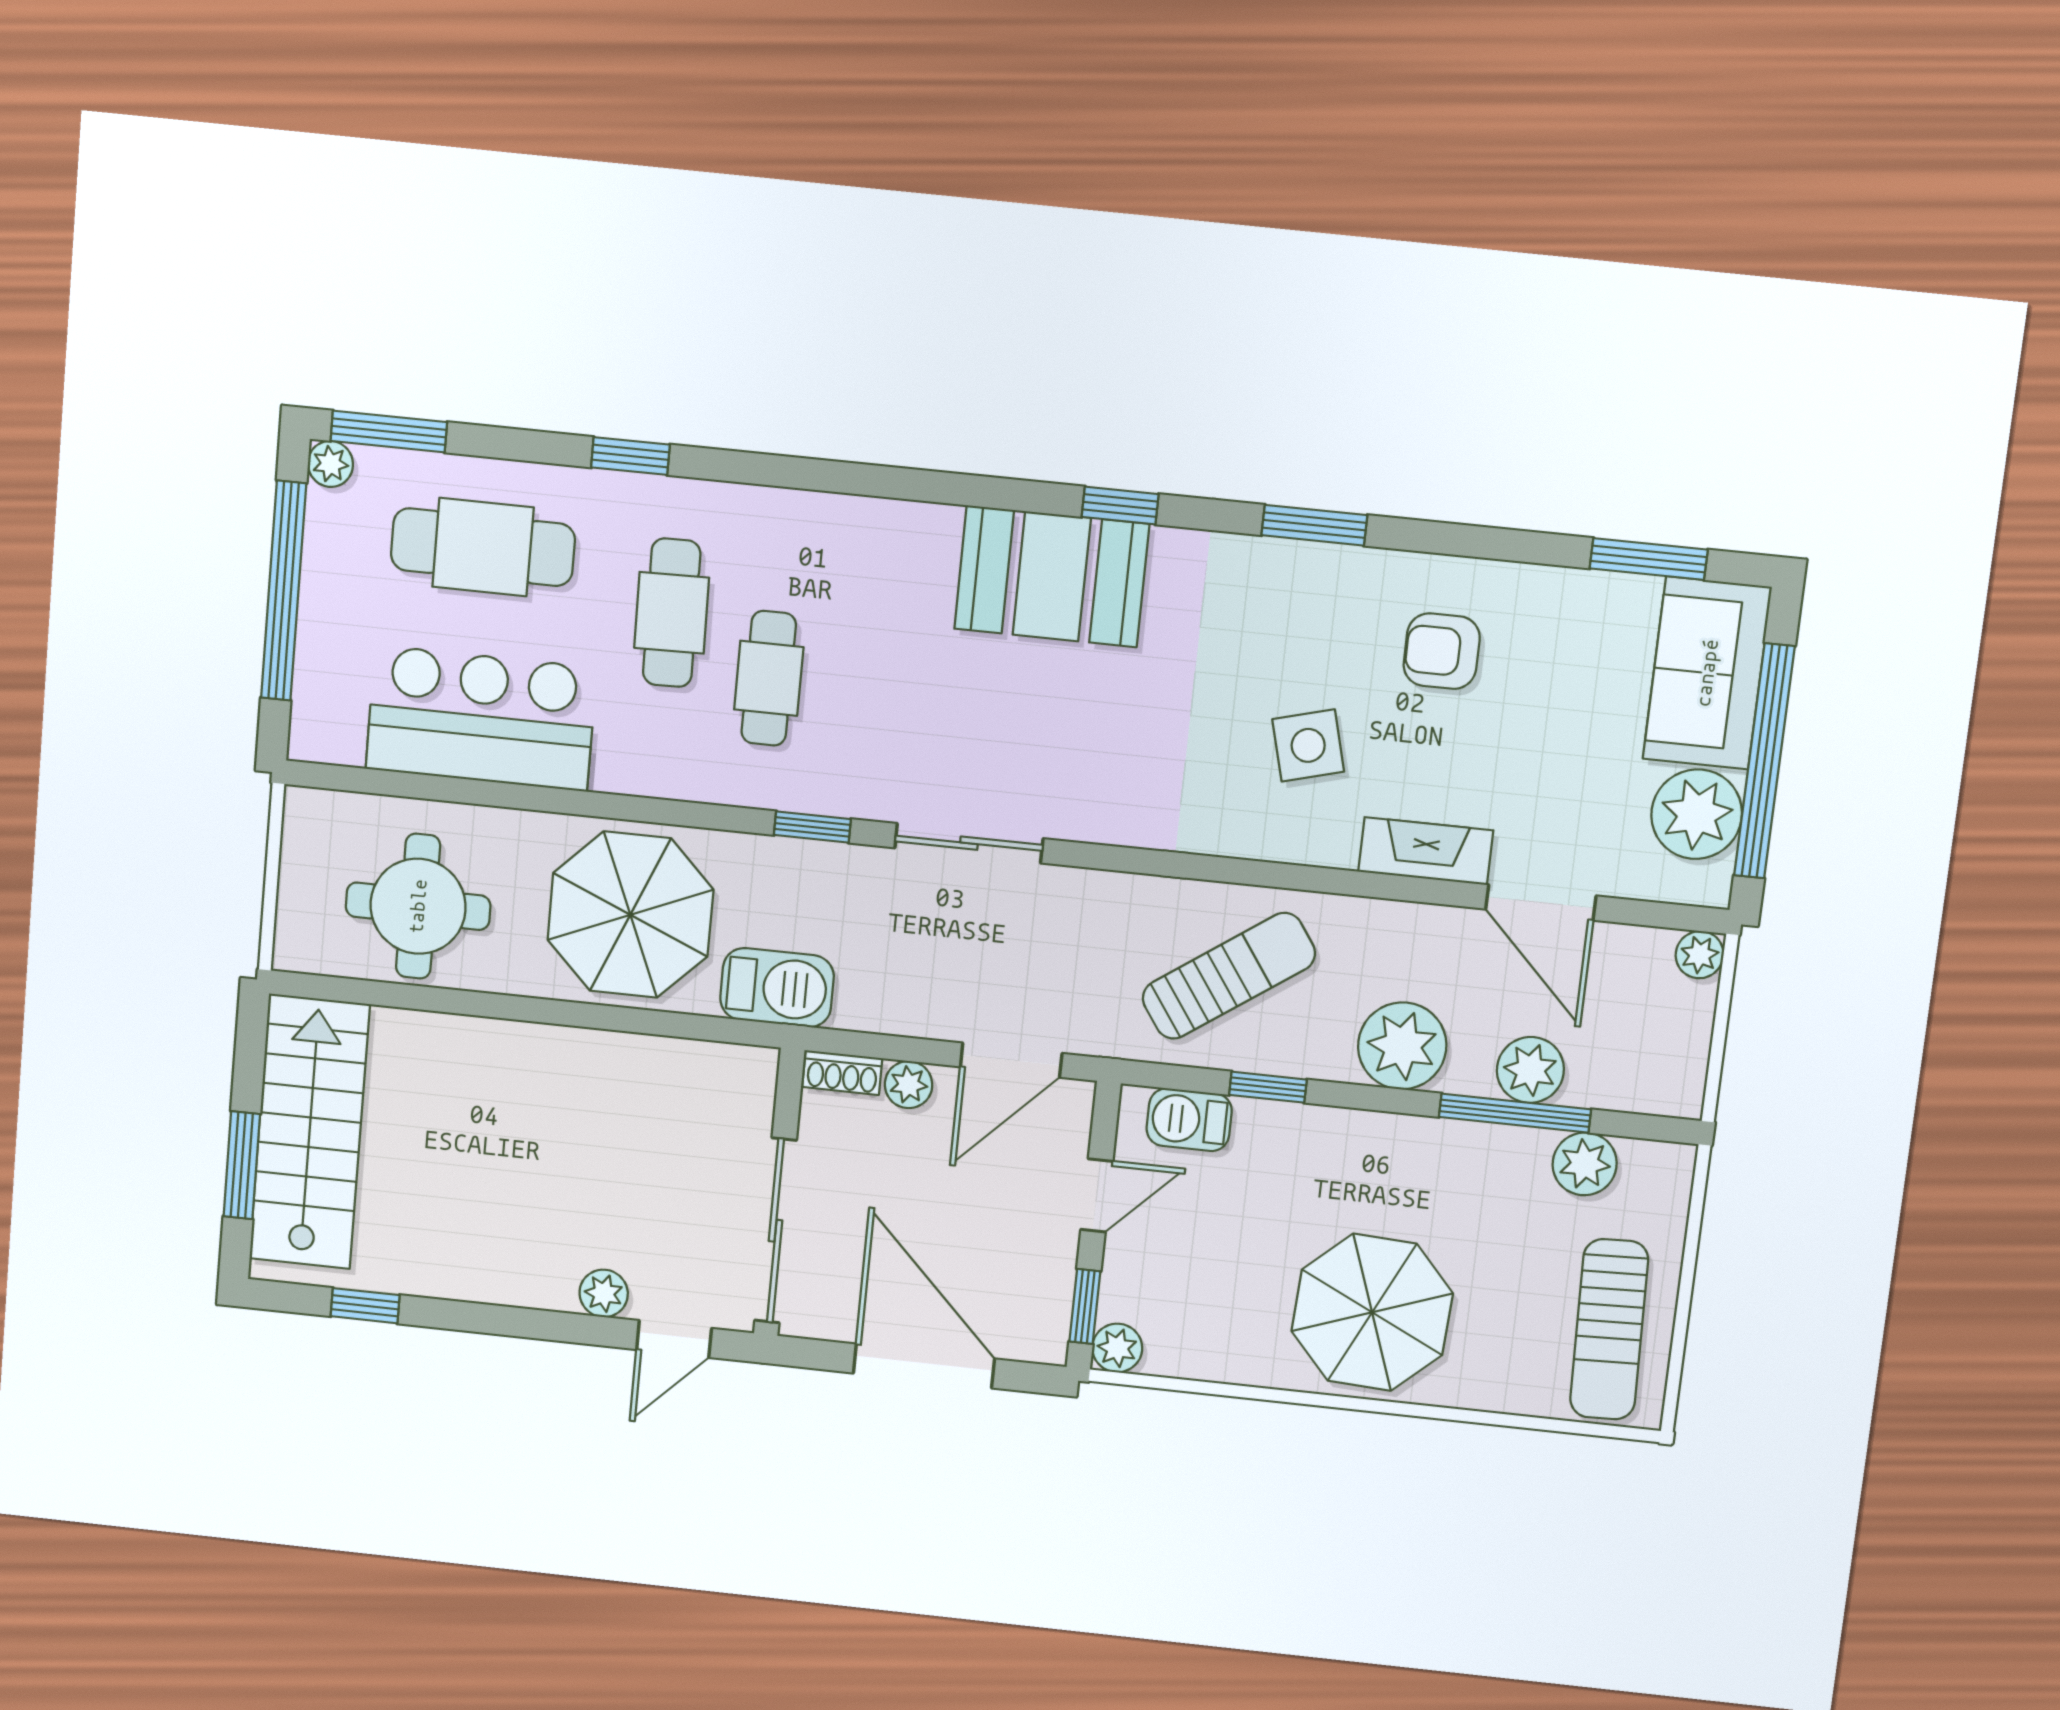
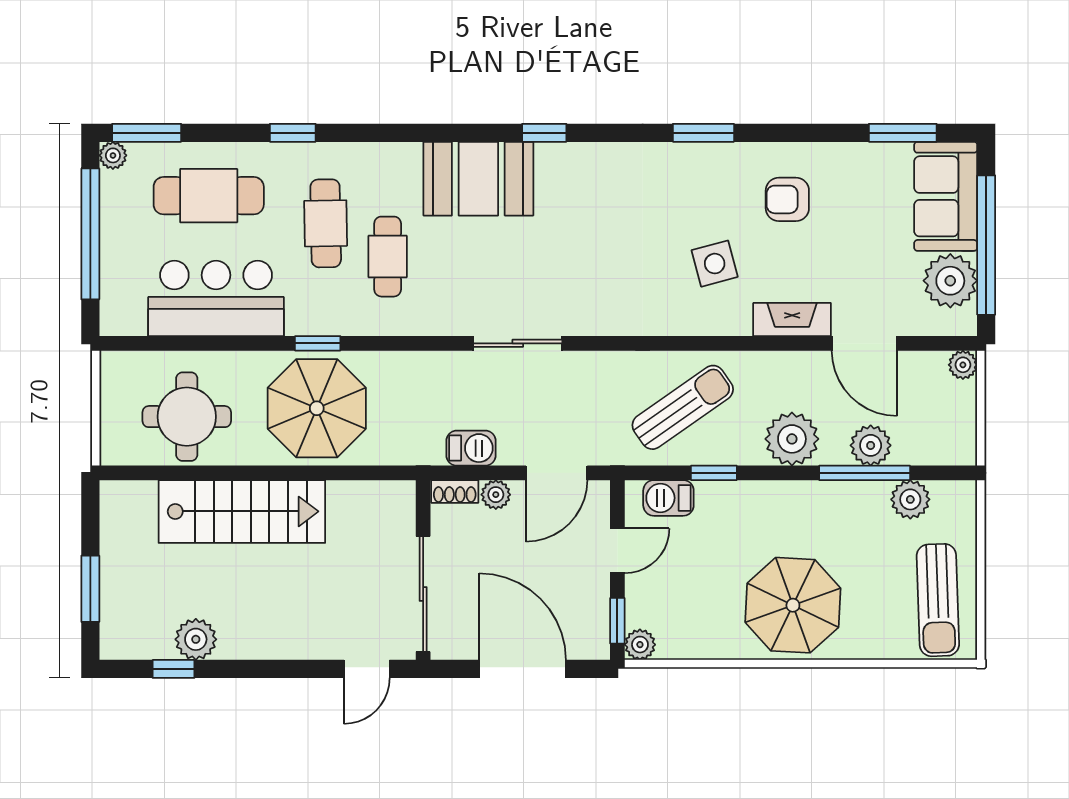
window: (1120, 506) -> (544, 133), moved
booth: (1052, 576) -> (478, 179), moved
window: (812, 827) -> (318, 343), moved
barbecue: (777, 988) -> (471, 448), moved, width x0.73, depth x0.79
stairs: (309, 1132) -> (242, 511), moved, turned 90
plant: (604, 1293) -> (196, 639), moved, width x1.38, depth x1.38

